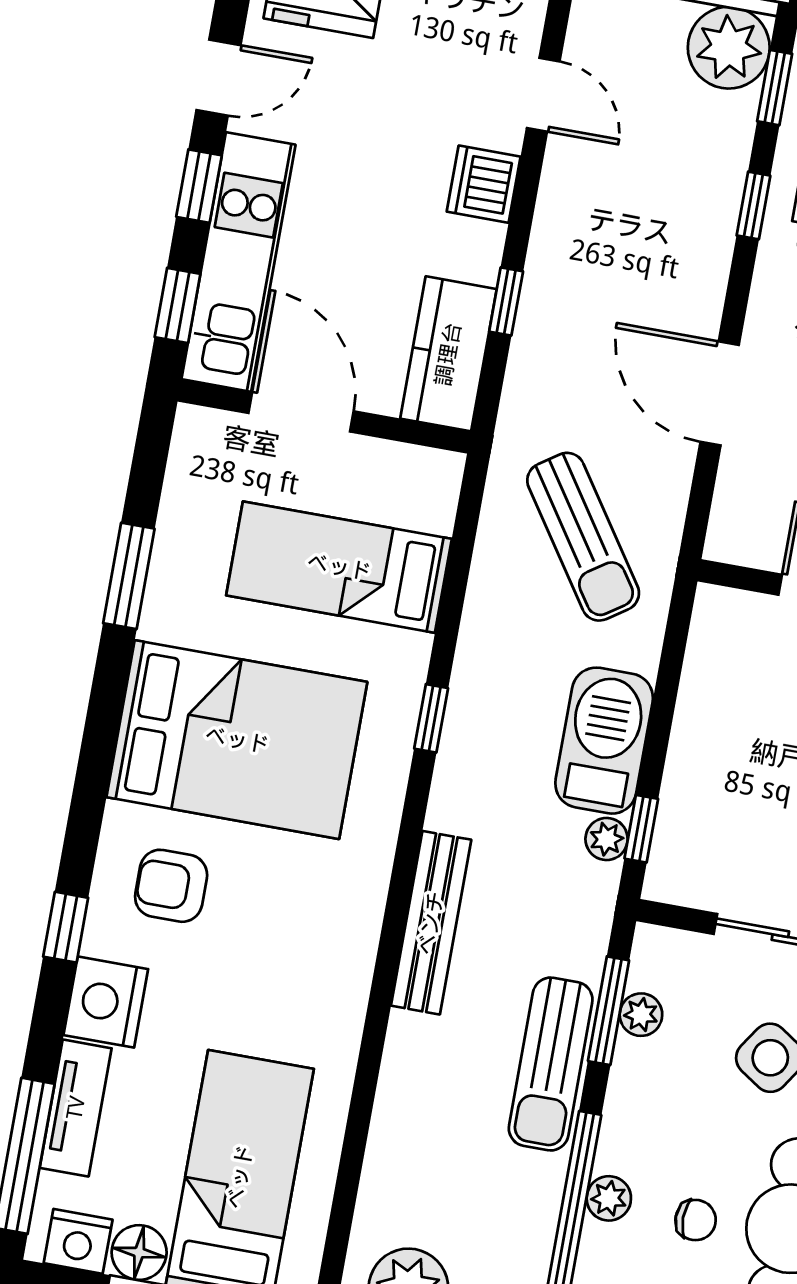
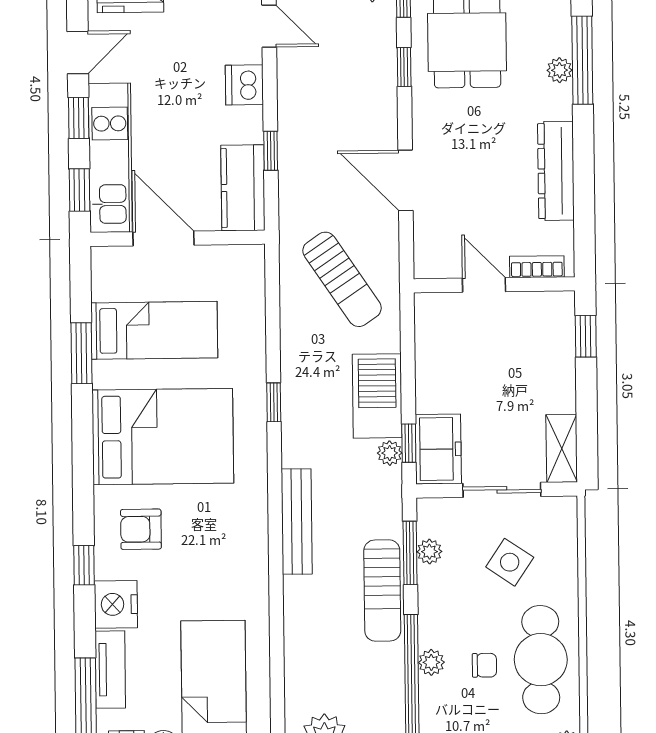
bed: (339, 567) -> (154, 330), moved, turned 180
freezer: (688, 848) -> (438, 449), added

